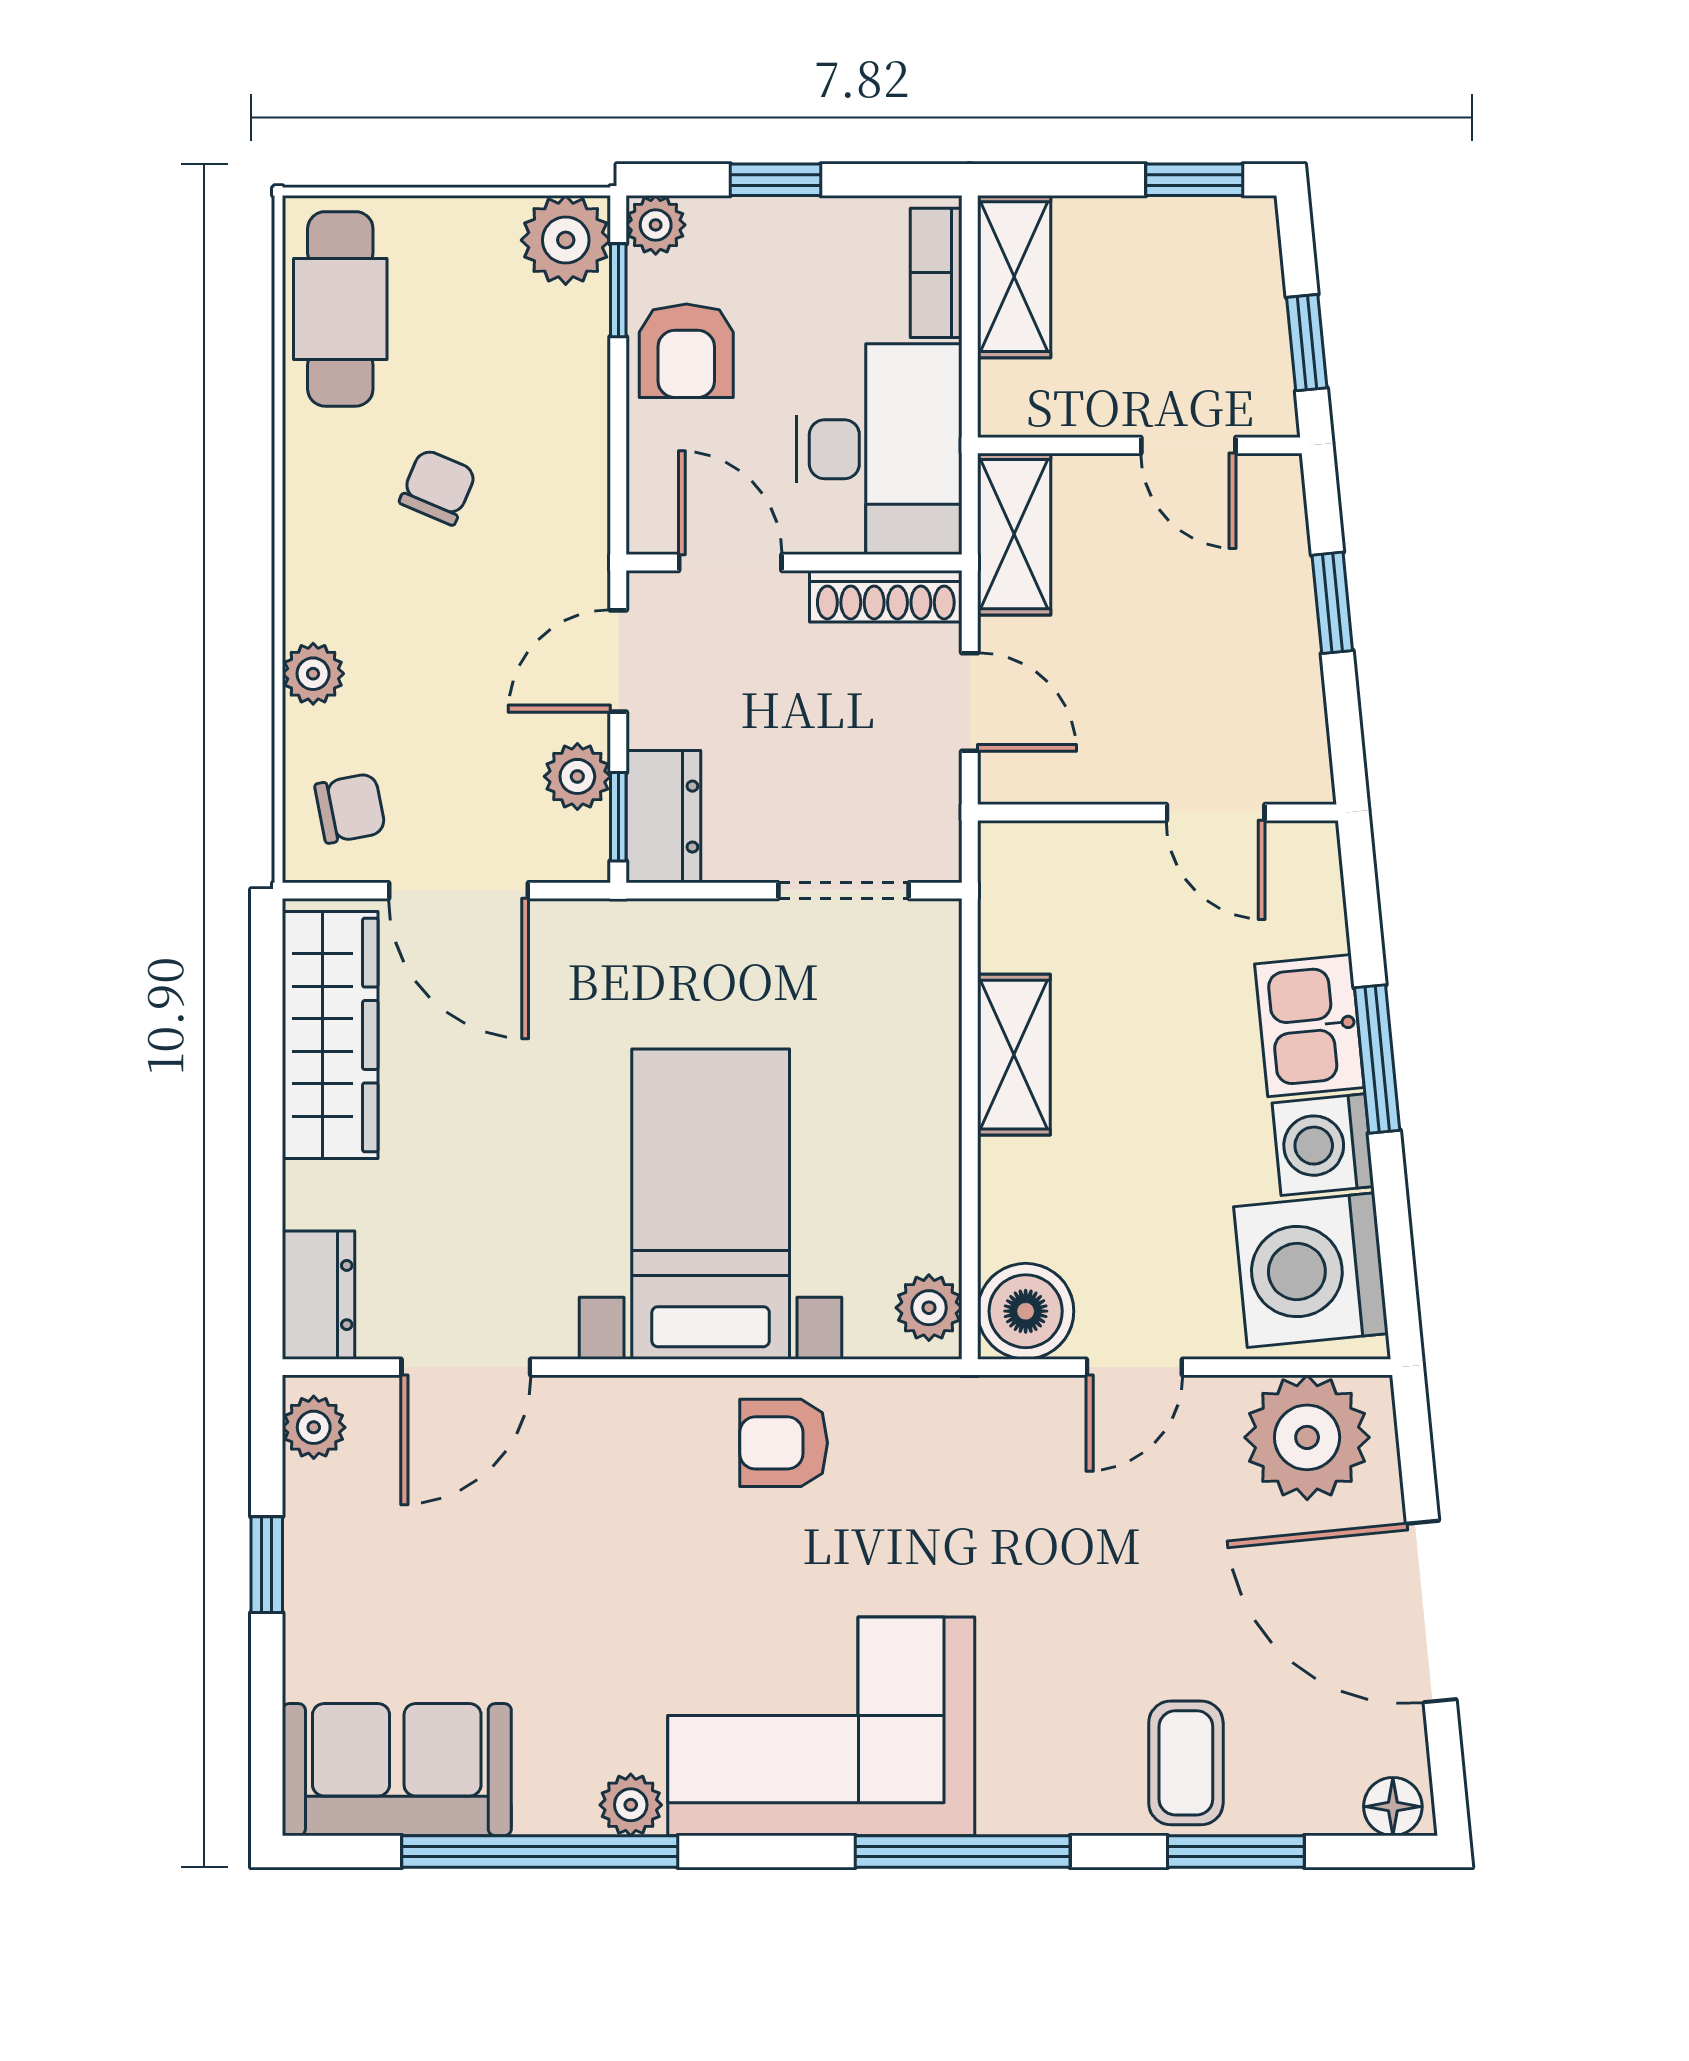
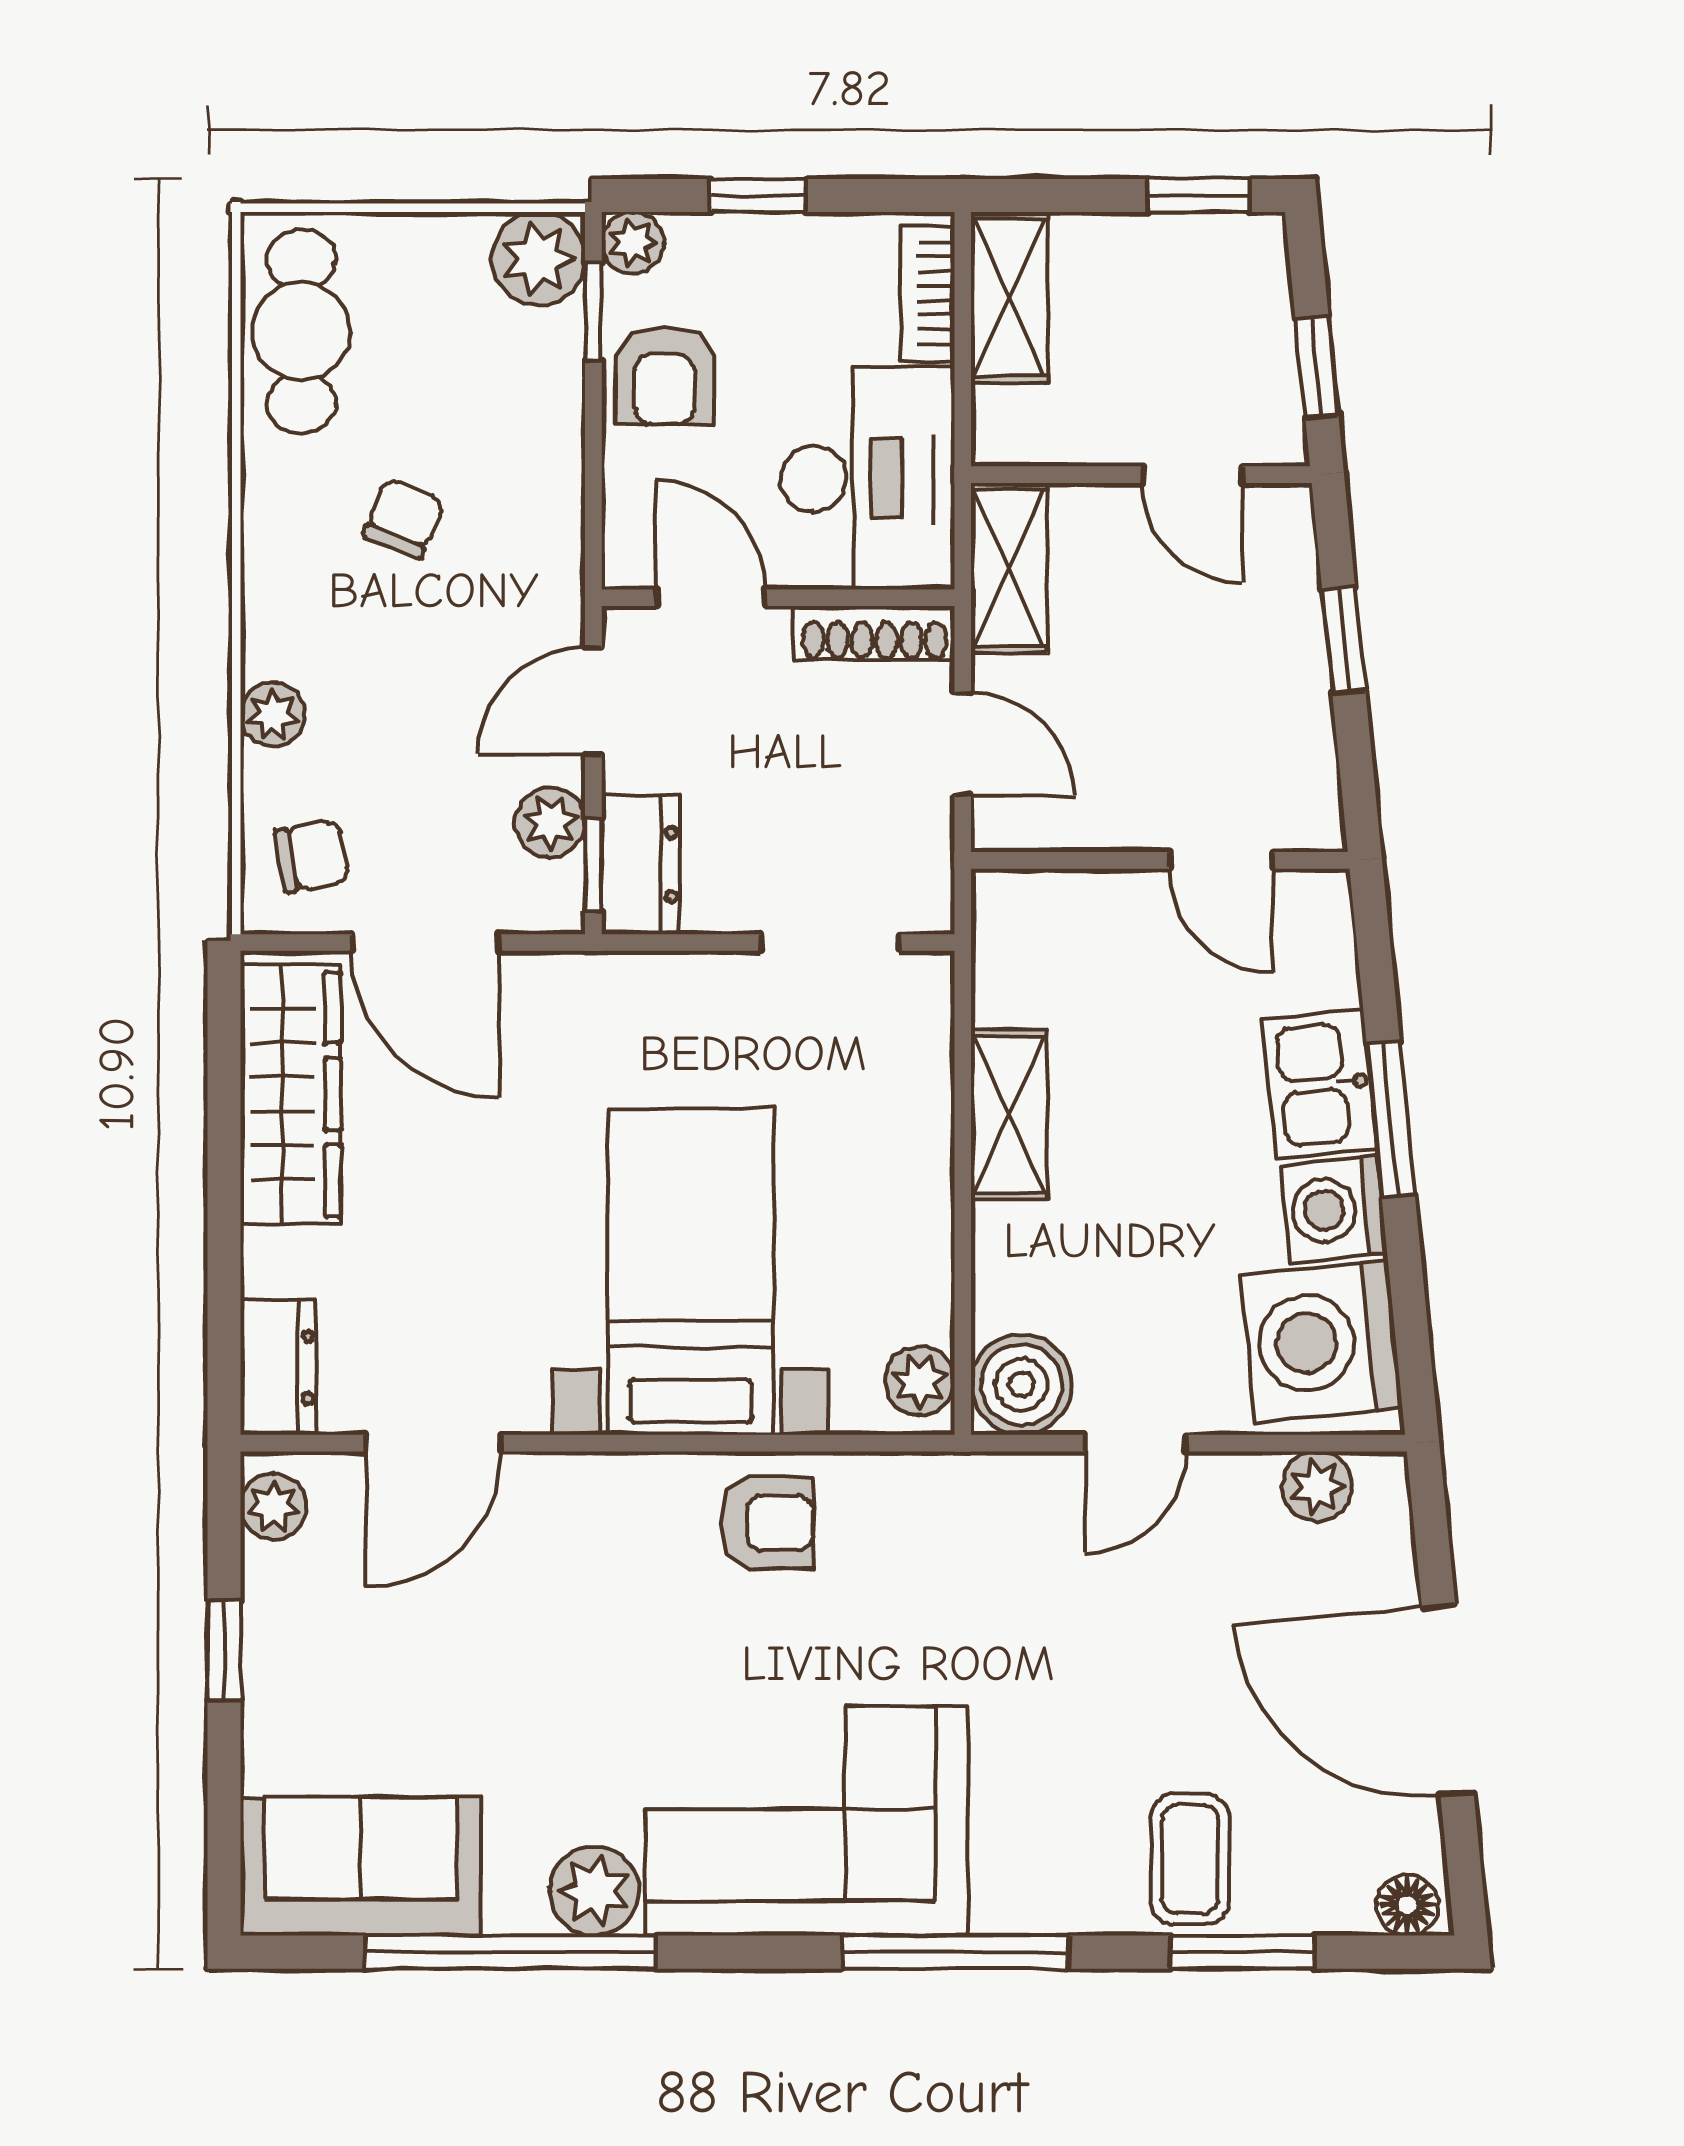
plant: (1307, 1437) -> (1317, 1486), width x0.53, depth x0.53
armchair: (784, 1443) -> (767, 1523), turned 180
plant: (631, 1805) -> (594, 1891), width x1.38, depth x1.38

